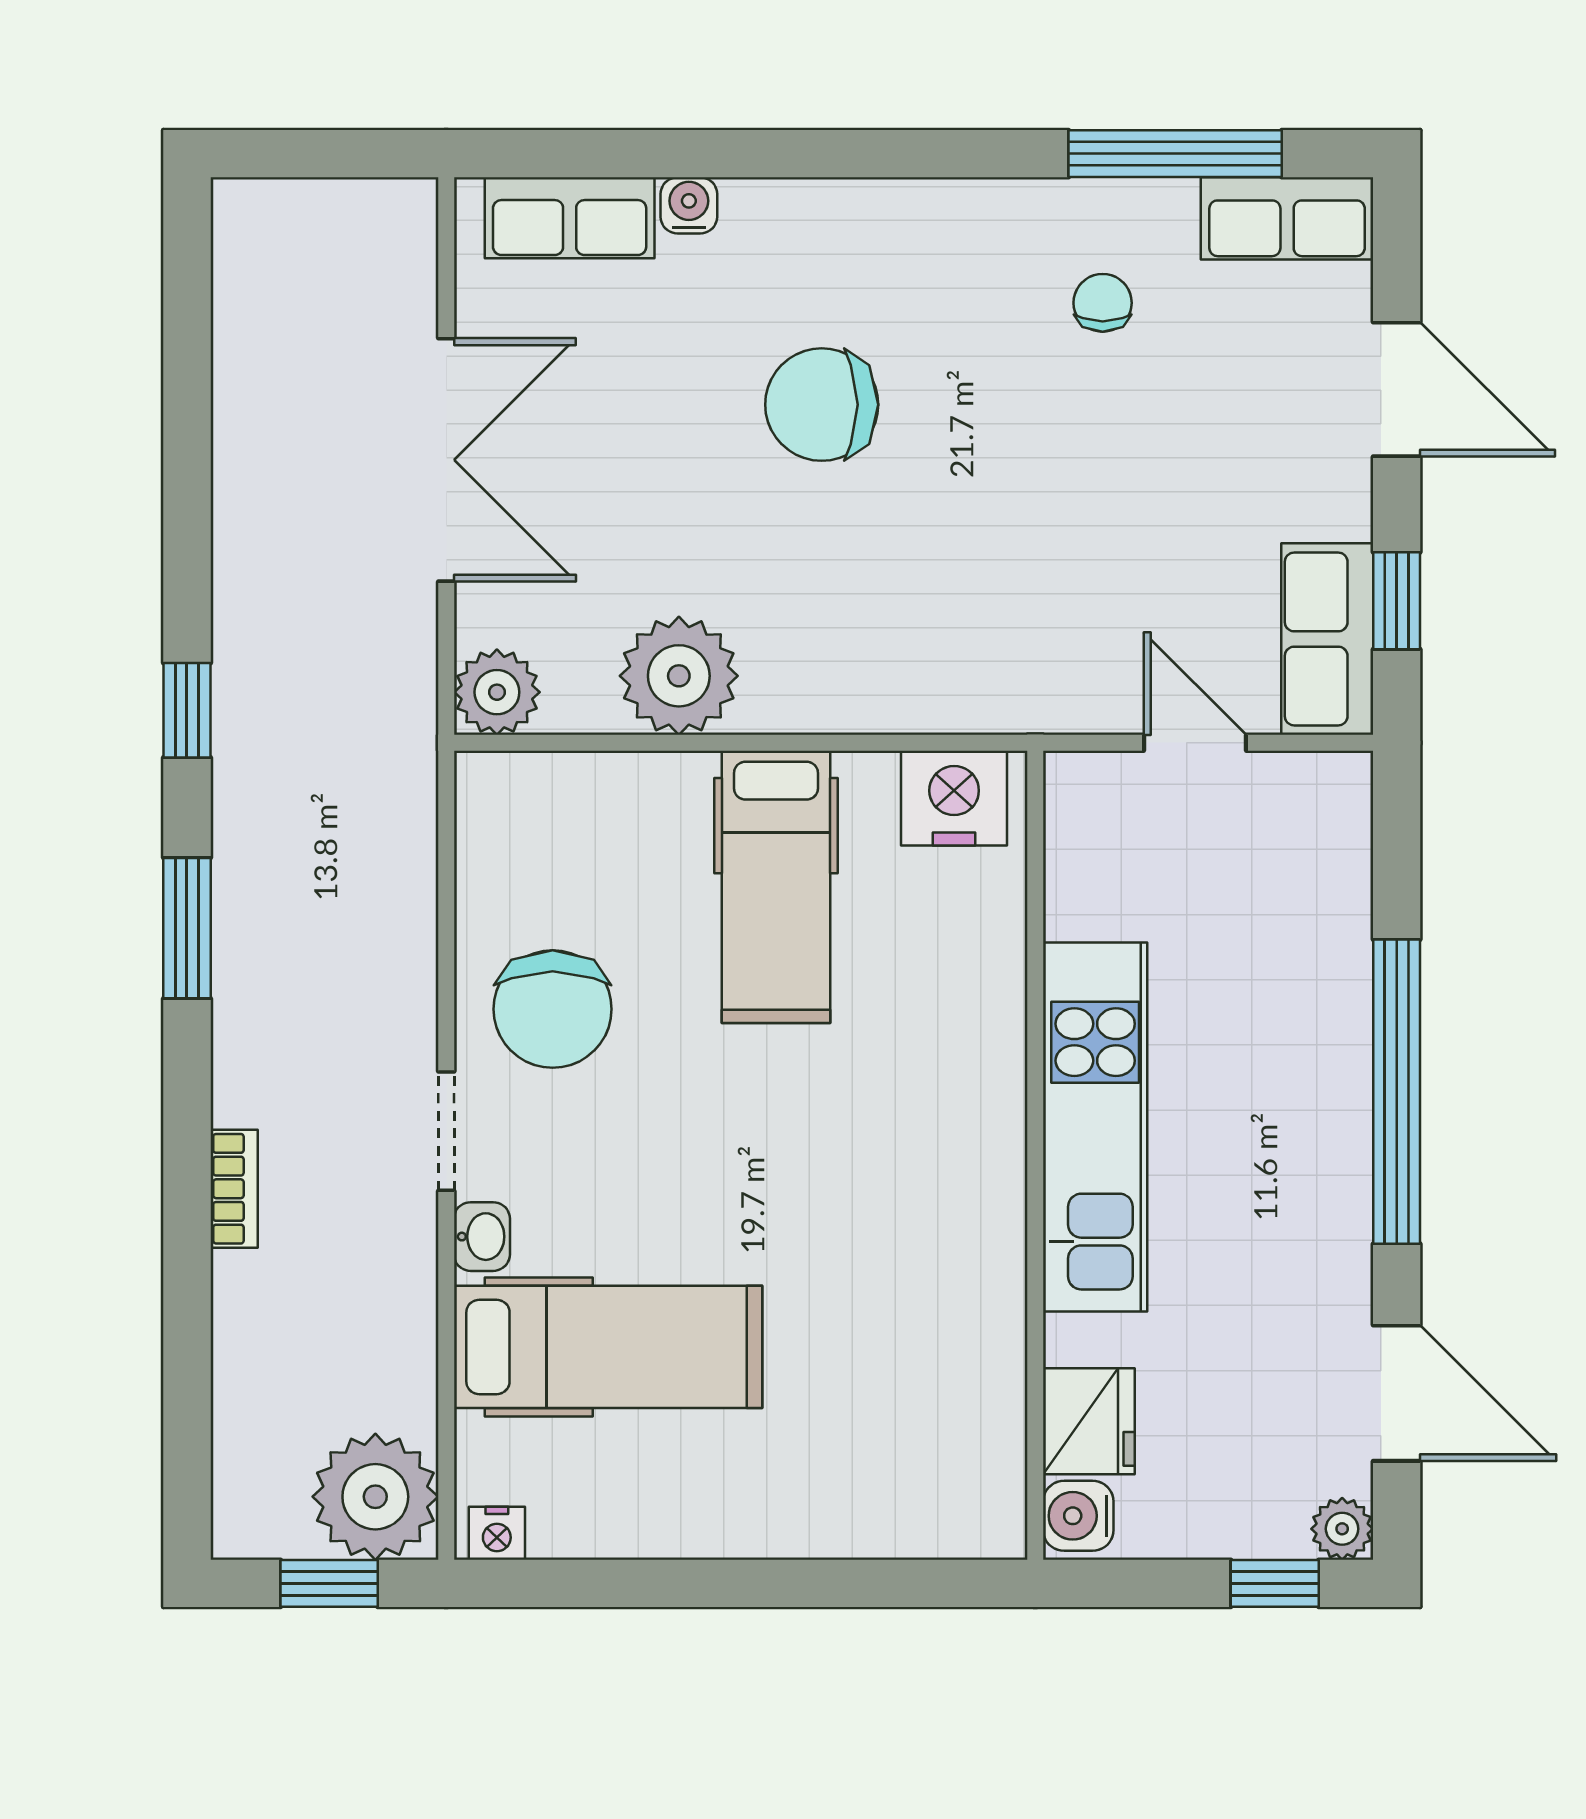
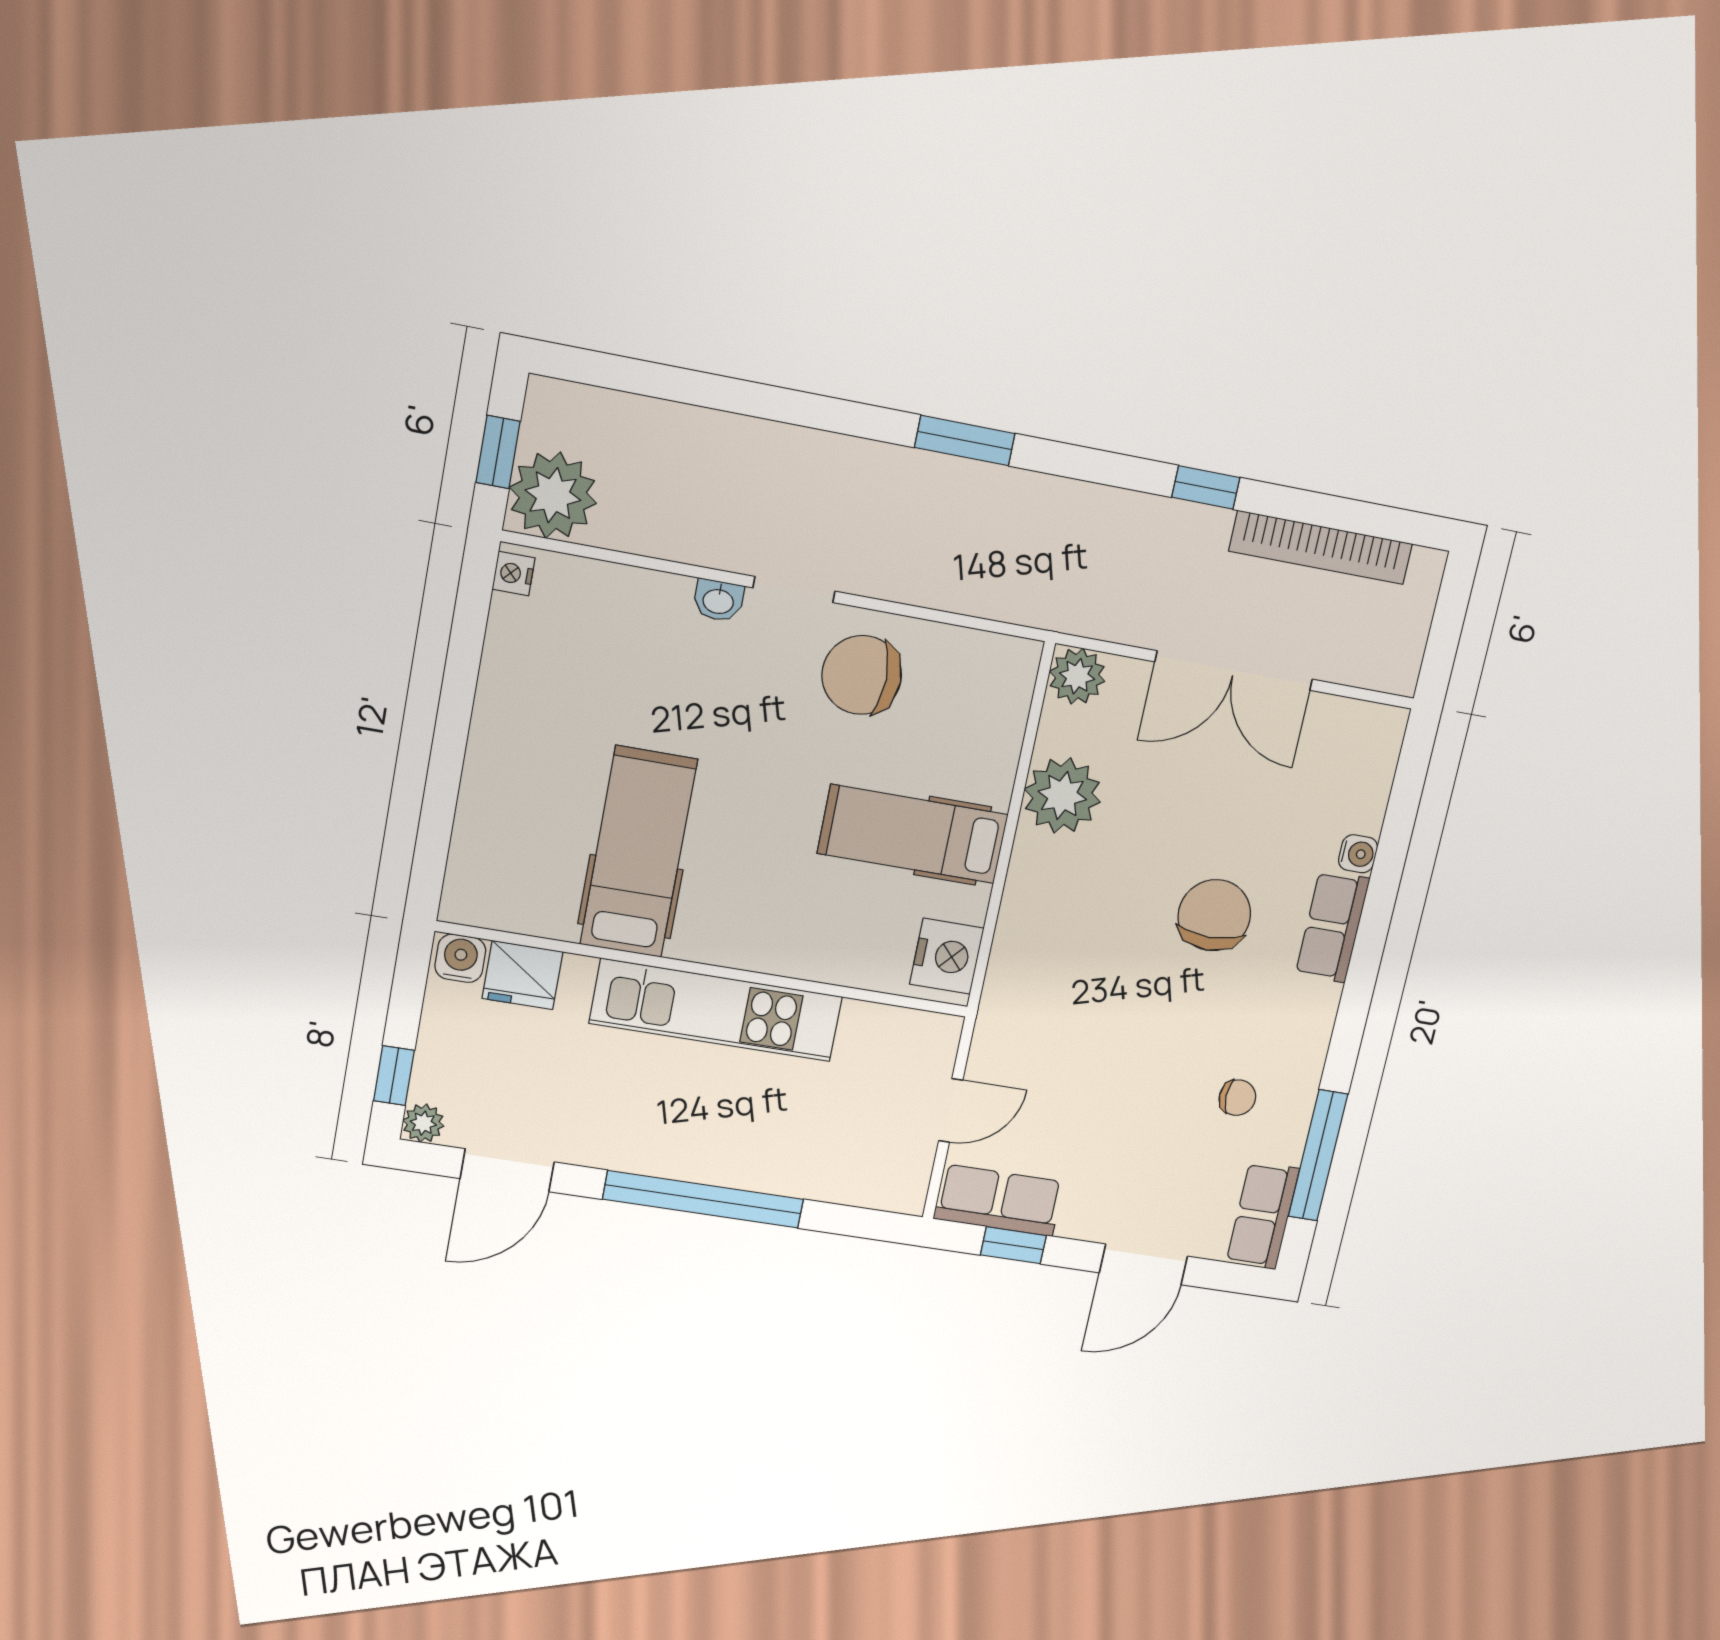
row of seats: (570, 218) -> (1332, 927), moved
window: (187, 710) -> (1206, 487), moved
bookcase: (234, 1189) -> (1321, 547), moved, width x2.31, depth x1.31
hospital bed: (608, 1347) -> (639, 852), moved, turned 180

